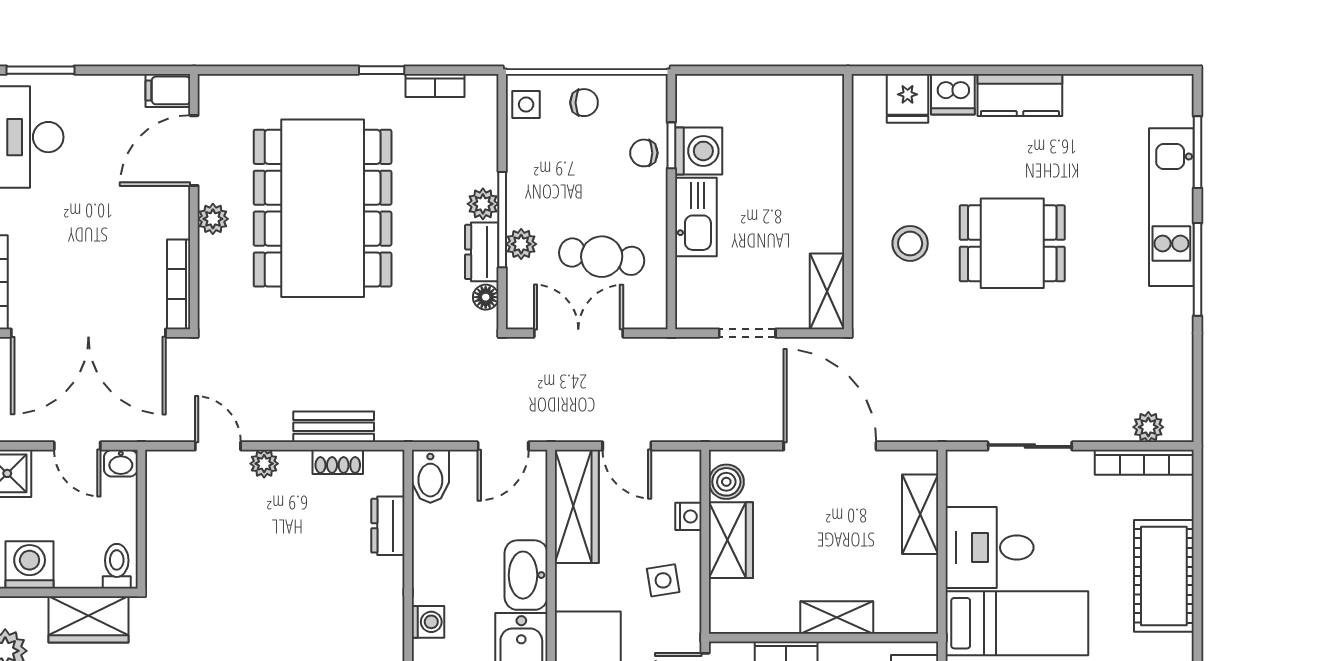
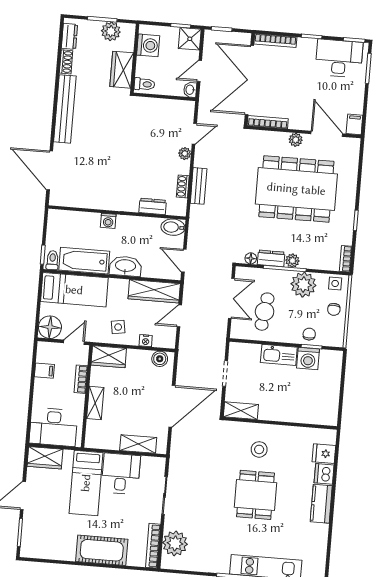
bookcase: (435, 86) -> (346, 259), moved
plant: (521, 244) -> (303, 285), moved, width x1.88, depth x1.88
plant: (1148, 427) -> (175, 543), width x1.87, depth x1.87
wardrobe: (731, 540) -> (109, 357), moved

